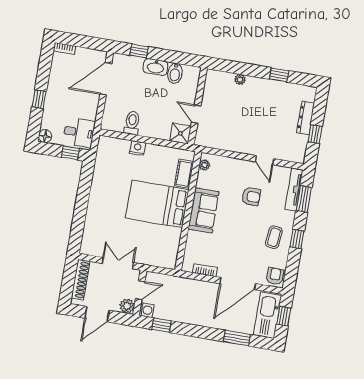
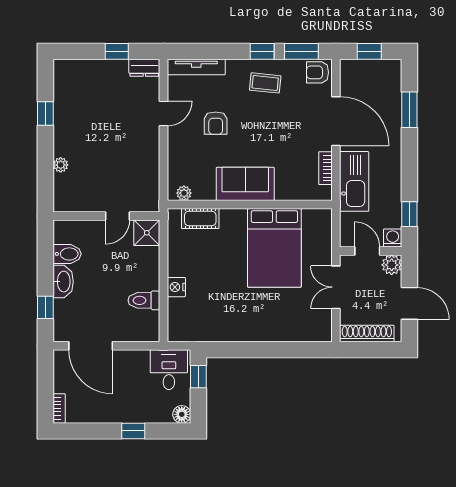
dresser: (306, 118) -> (144, 68), moved, width x0.70
armchair: (251, 196) -> (216, 123), turned 180
window: (304, 199) -> (301, 51), moved
bed: (157, 204) -> (274, 248), moved
kitchen sink: (268, 315) -> (354, 181), moved, turned -90

